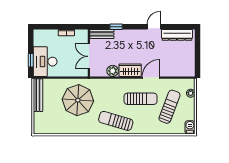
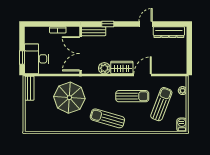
double door: (89, 56) -> (80, 54), width x1.37
bench: (38, 95) -> (29, 88), width x0.73

